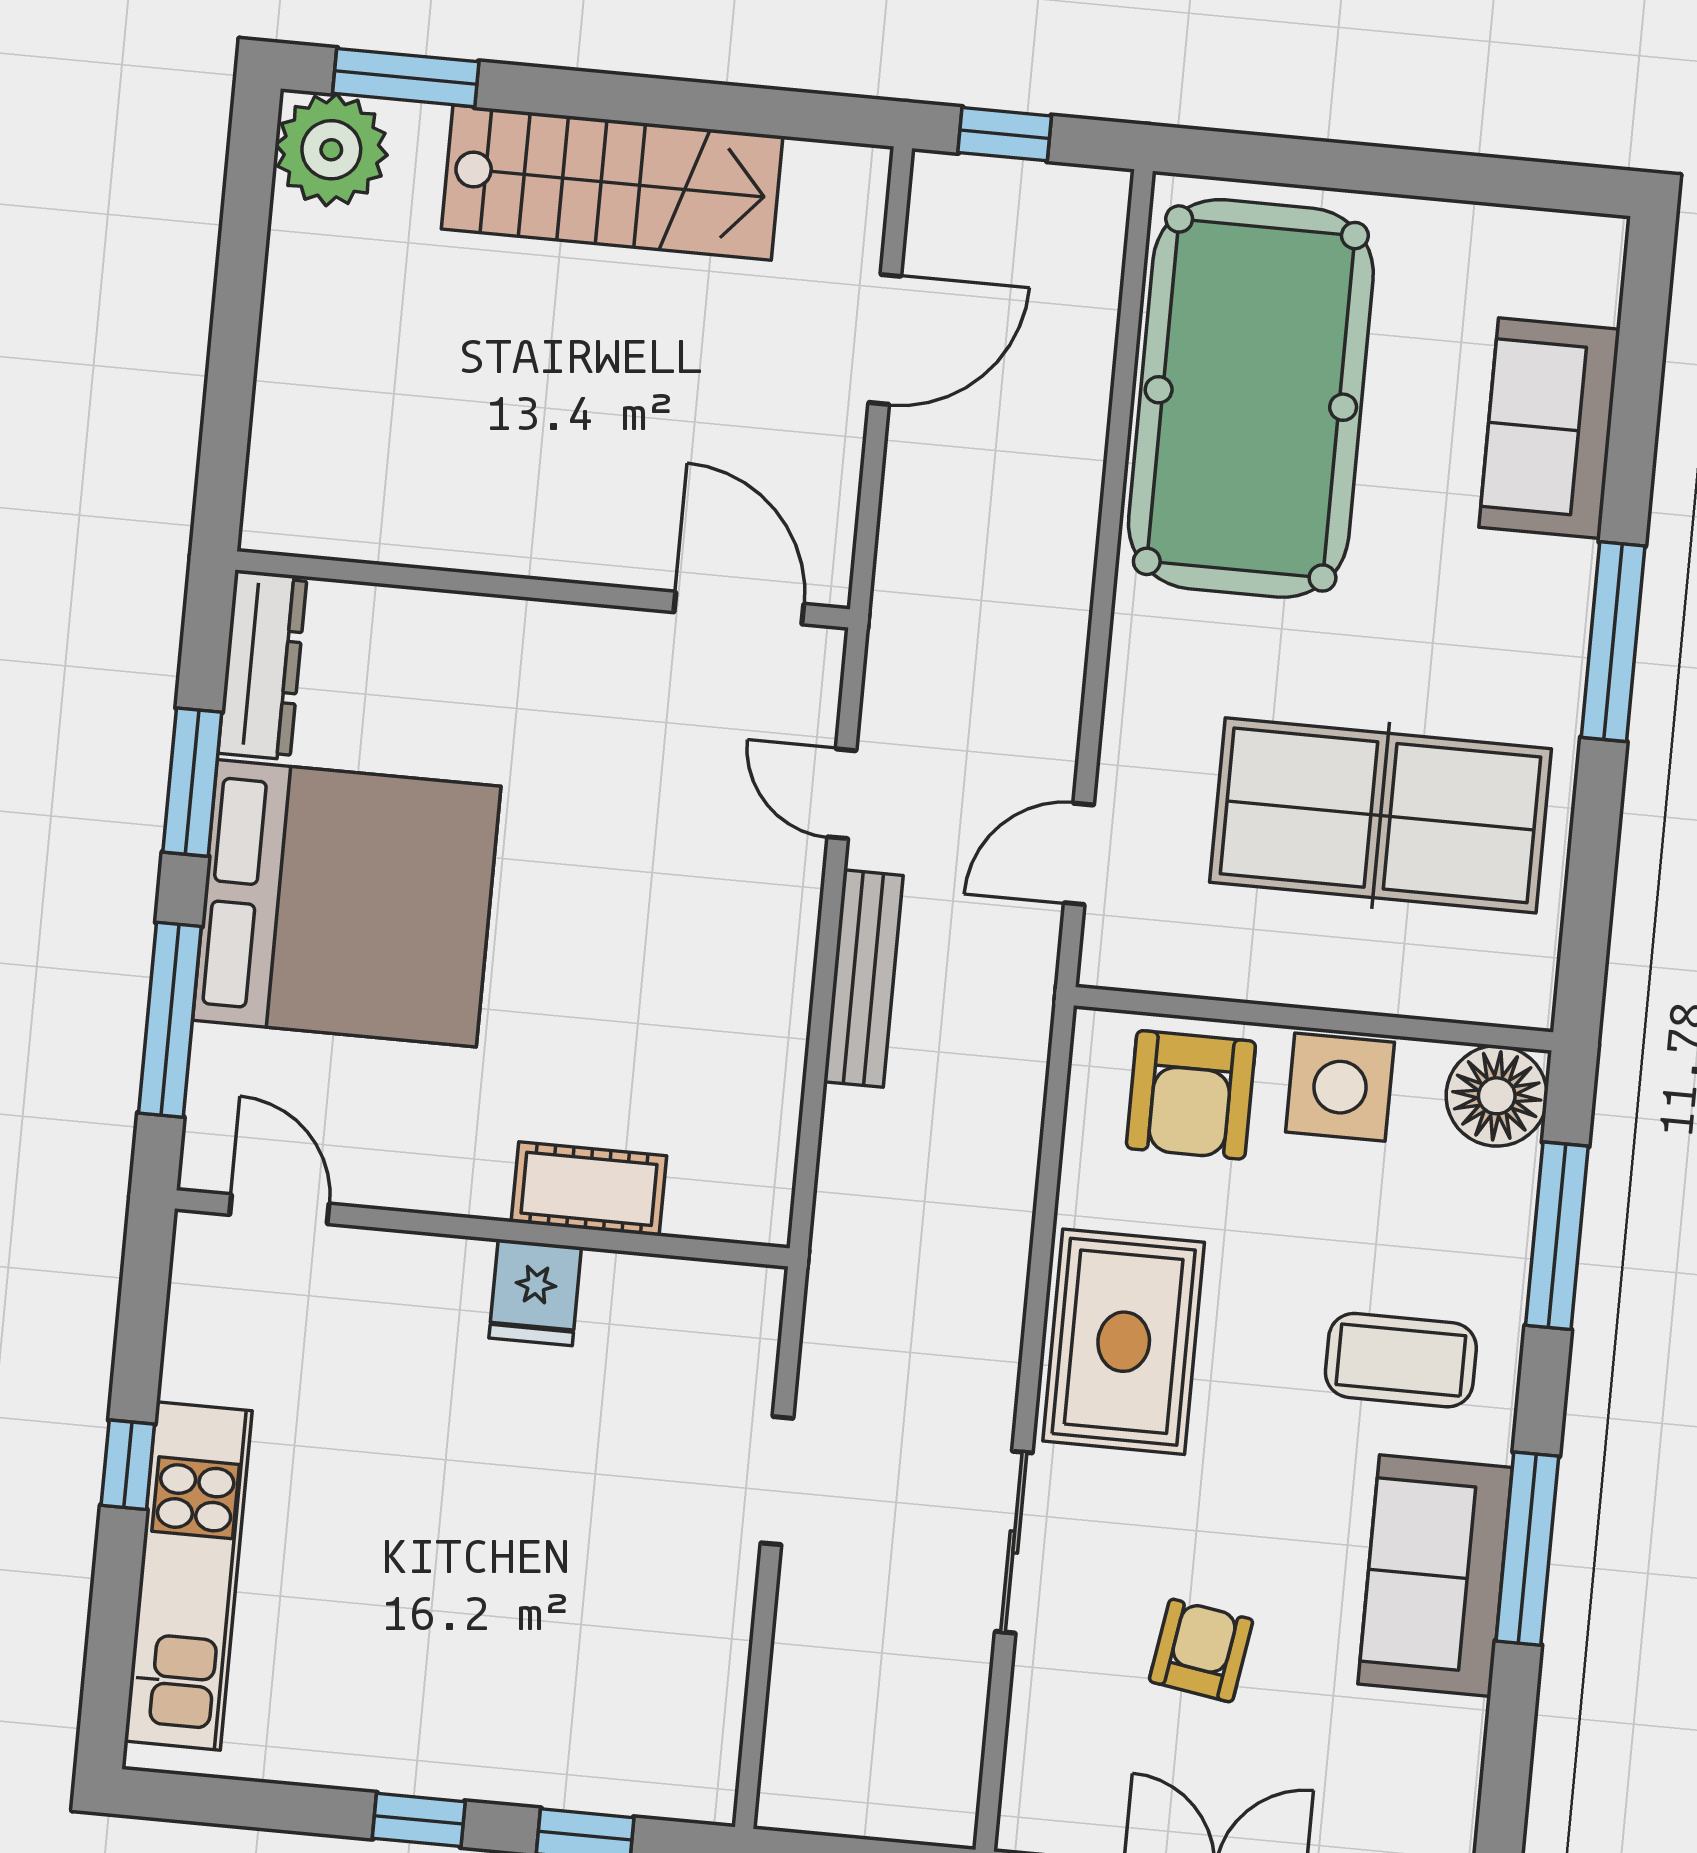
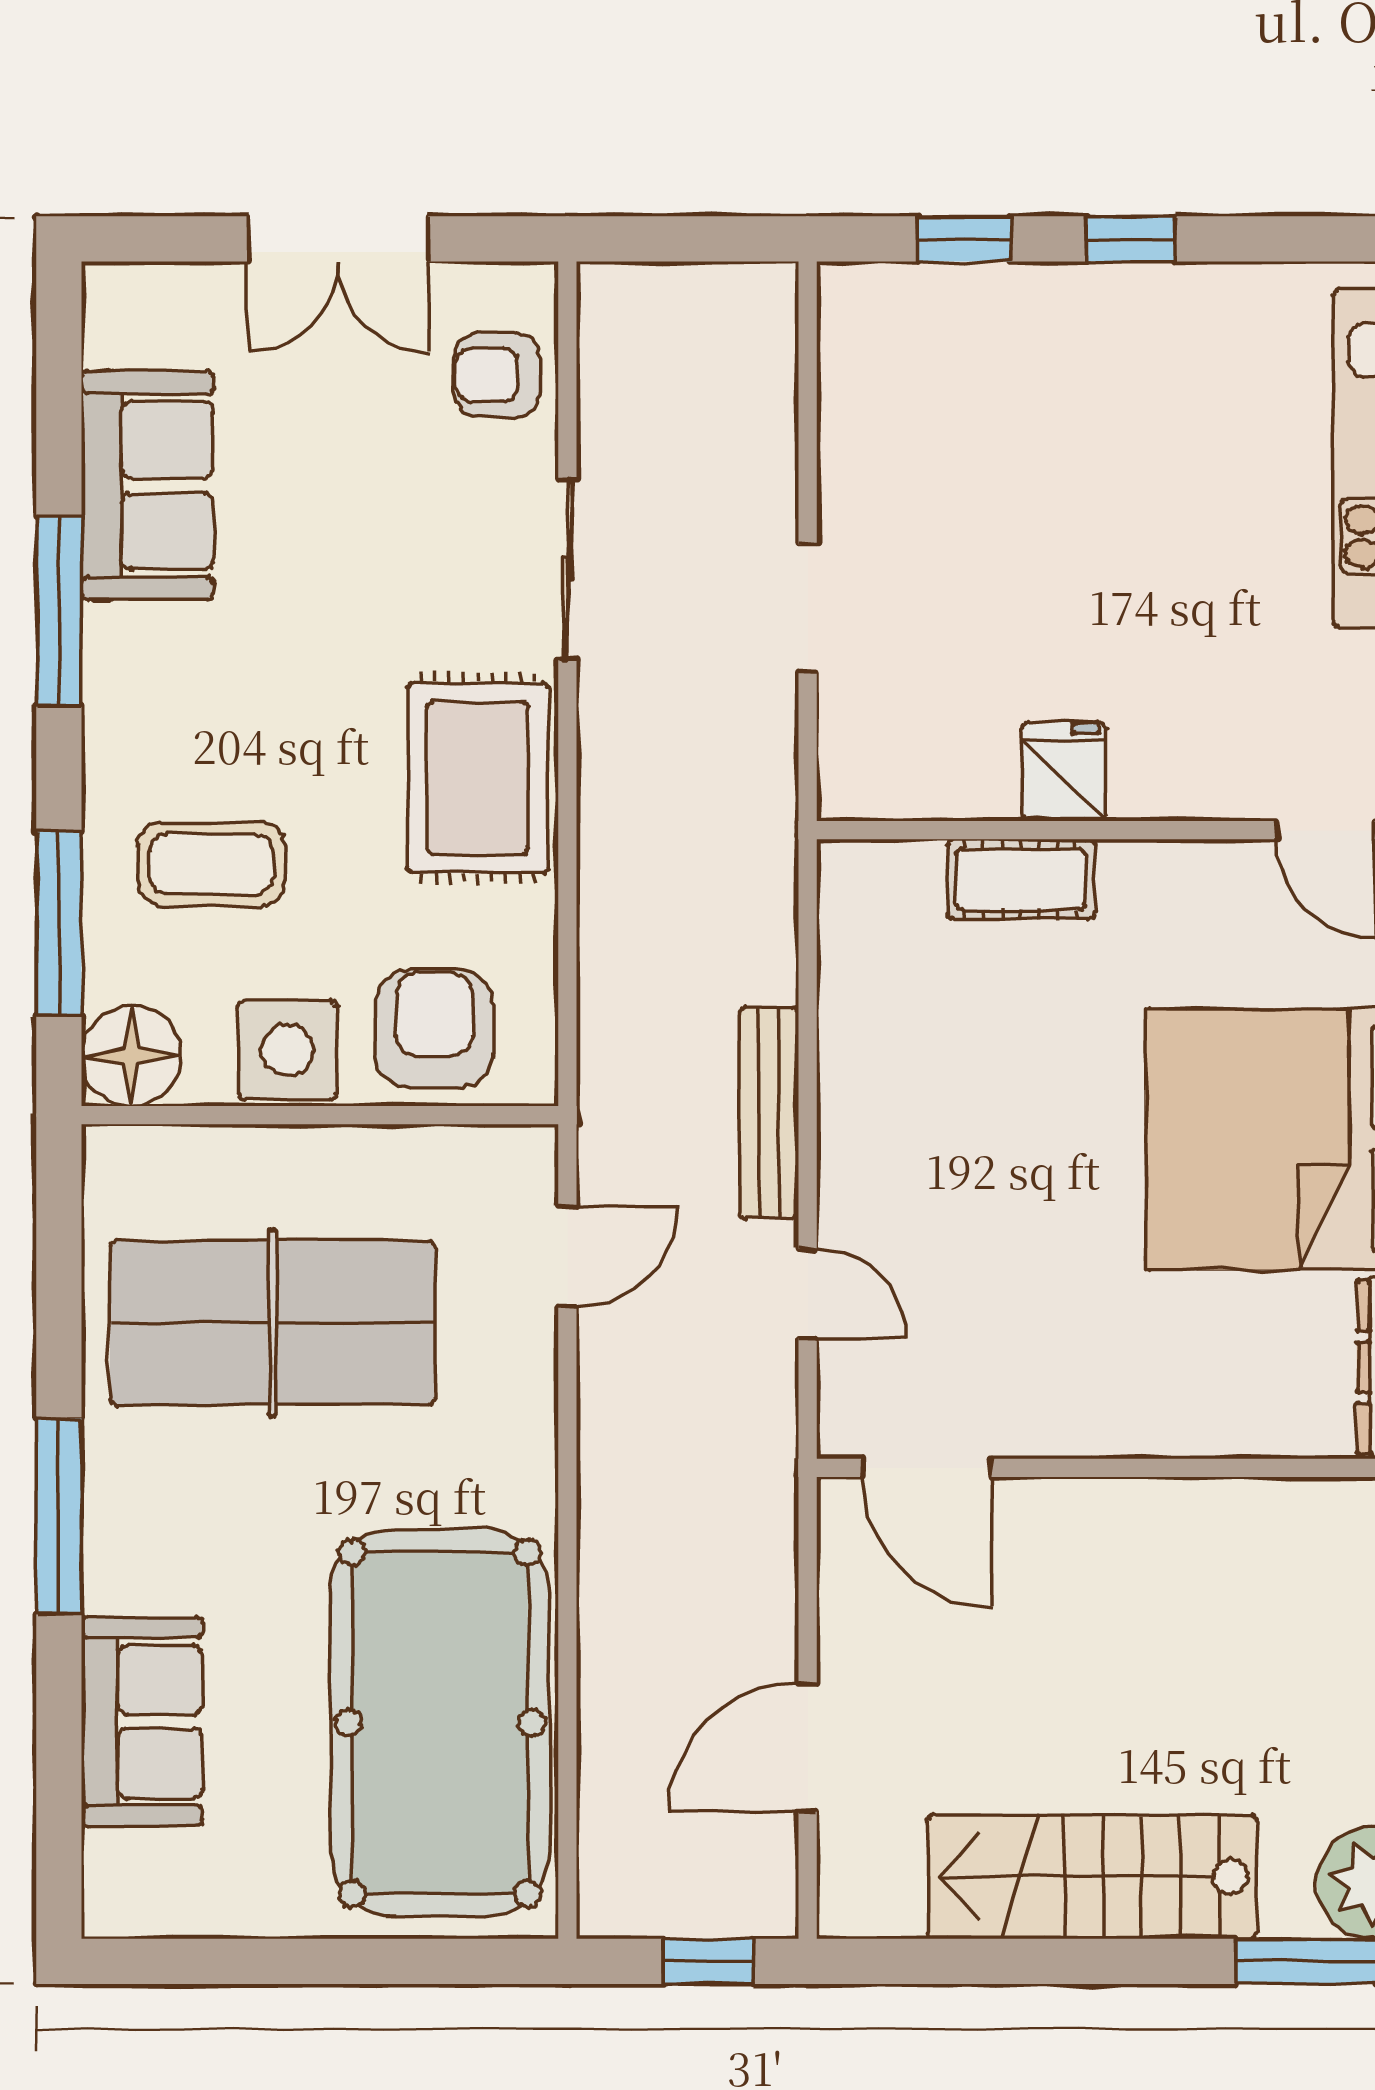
coffee table: (1401, 1360) -> (211, 864), moved
sofa: (1435, 1576) -> (148, 485), moved
armchair: (1201, 1651) -> (497, 375), moved, turned 81

